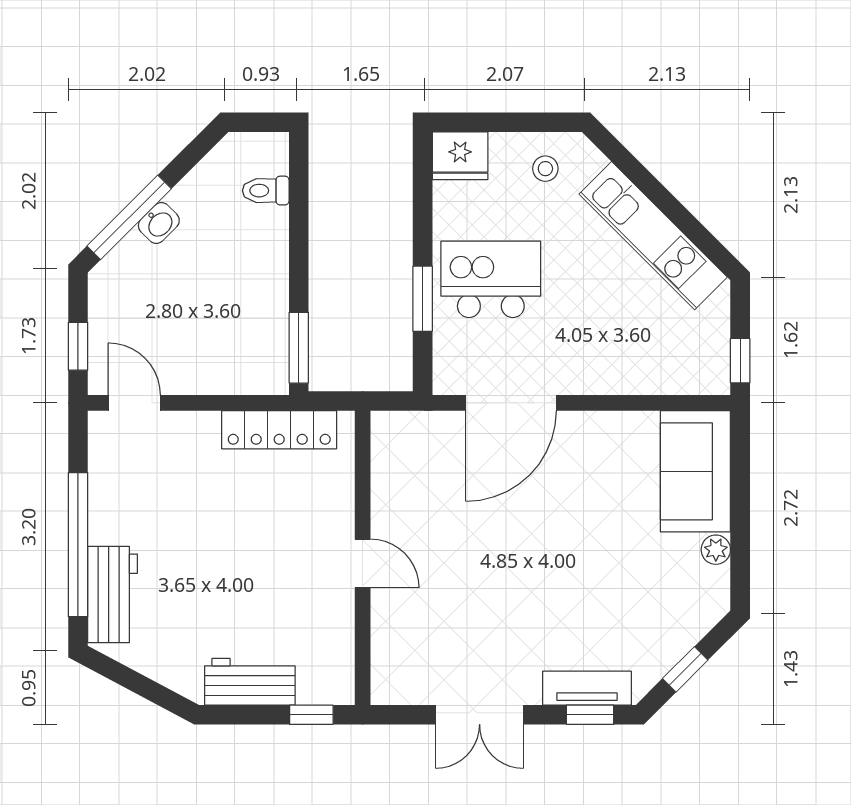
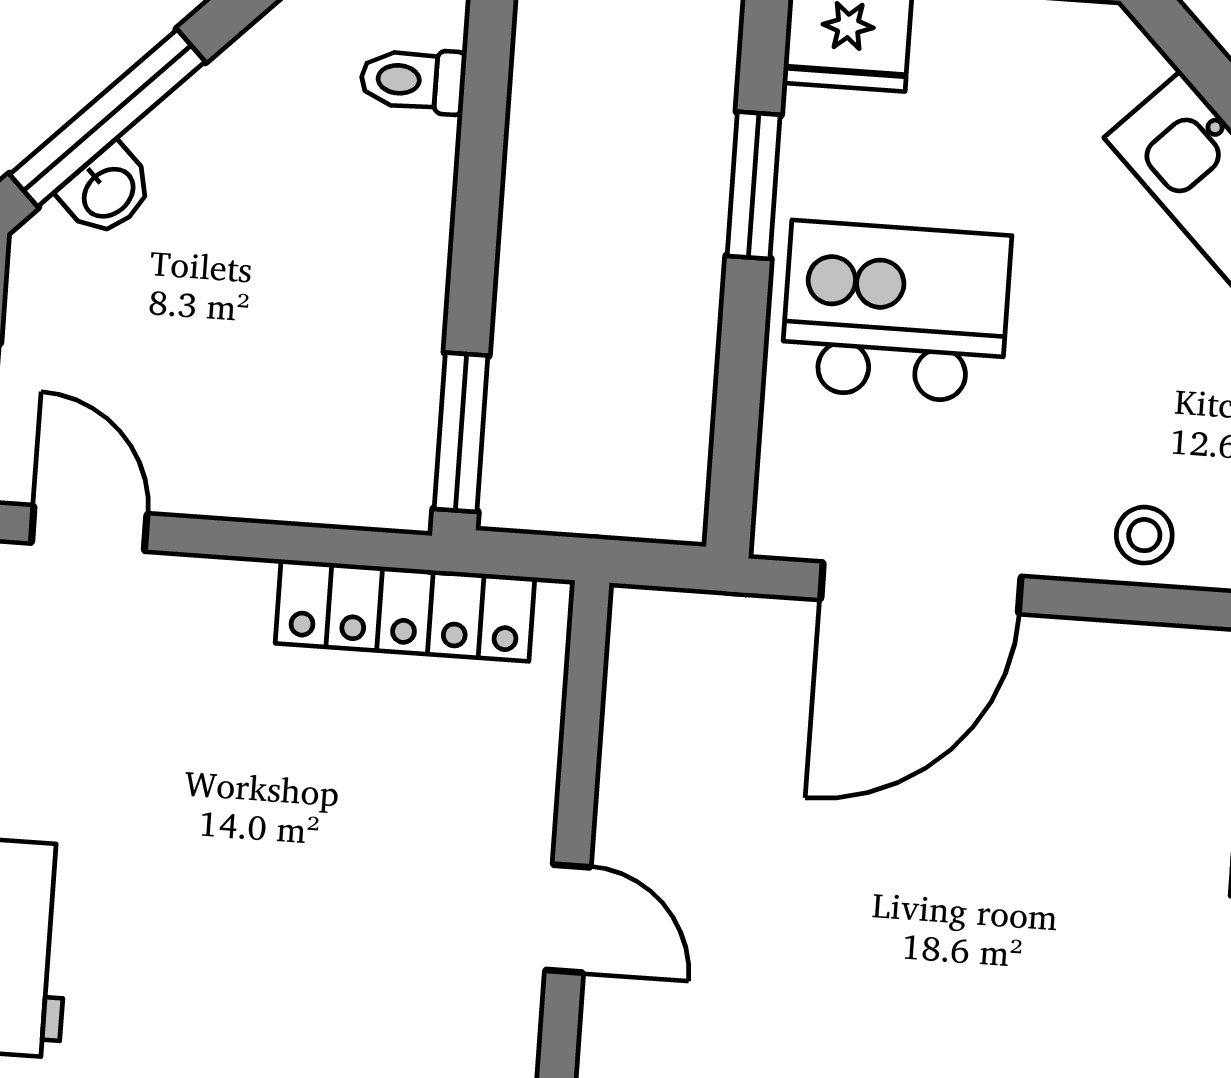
stool: (545, 169) -> (1144, 535), moved
washbasin: (159, 223) -> (107, 191), moved
window: (423, 299) -> (754, 185), moved

